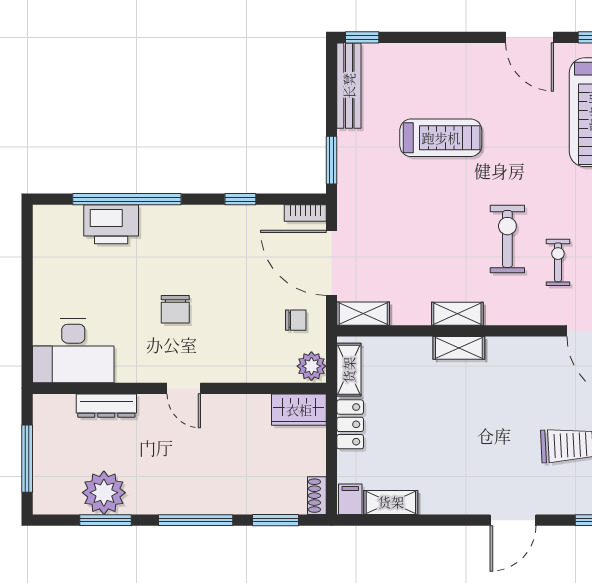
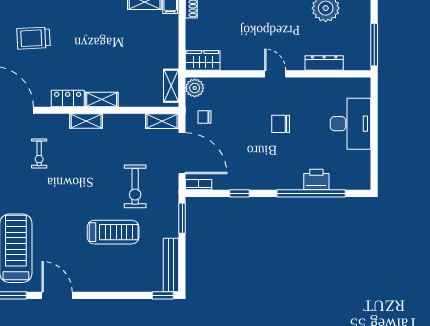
treadmill: (441, 138) -> (113, 232), turned 180
printer: (111, 224) -> (316, 179), width x0.73, depth x0.84
exercise bike: (507, 239) -> (135, 186), moved
chair: (175, 309) -> (281, 124), turned -90
shelving: (457, 314) -> (86, 121), moved
desk: (73, 351) -> (350, 124), moved, turned 90
locker: (350, 424) -> (68, 99), moved, turned 90
window: (27, 459) -> (374, 45), moved

